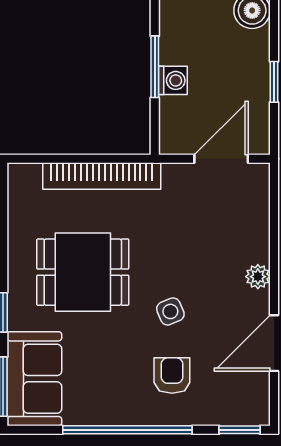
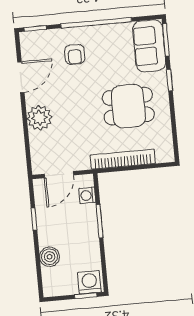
washing machine: (173, 80) -> (87, 195), moved
plant: (258, 277) -> (39, 118), width x1.88, depth x1.88
side table: (170, 311) -> (79, 89), removed

